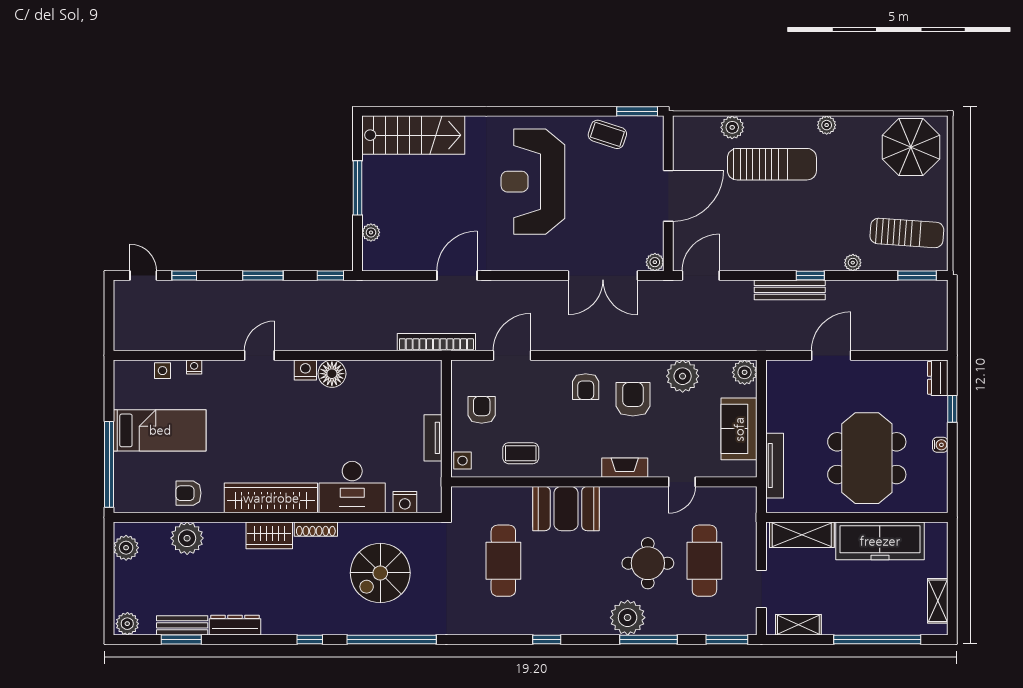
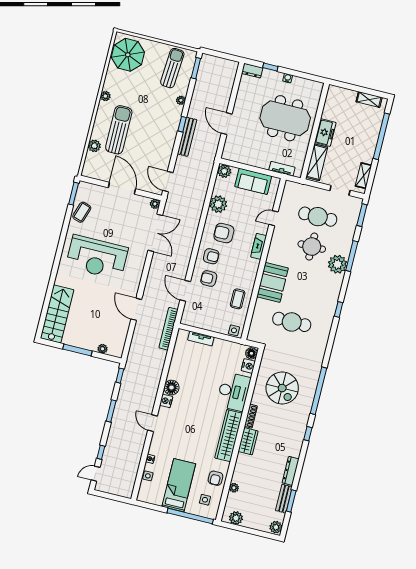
armchair: (482, 410) -> (209, 279), moved
tv unit: (433, 438) -> (201, 339), moved
tv unit: (775, 466) -> (282, 169), width x0.71
door: (682, 482) -> (274, 218), swing flipped
side table: (145, 484) -> (205, 500), added
floor lamp: (429, 502) -> (251, 353), added
plant: (187, 538) -> (234, 488), width x0.53, depth x0.53
freezer: (880, 541) -> (325, 133), width x0.52, depth x0.79

